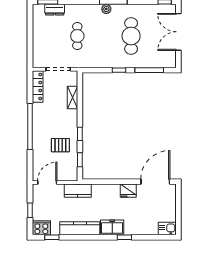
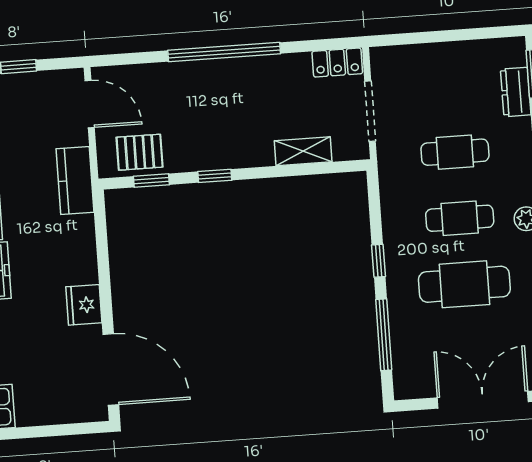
cafe table: (104, 36) -> (460, 218), added
locker: (38, 87) -> (337, 63), width x0.66
pallet: (60, 145) -> (140, 152), moved, turned 90

